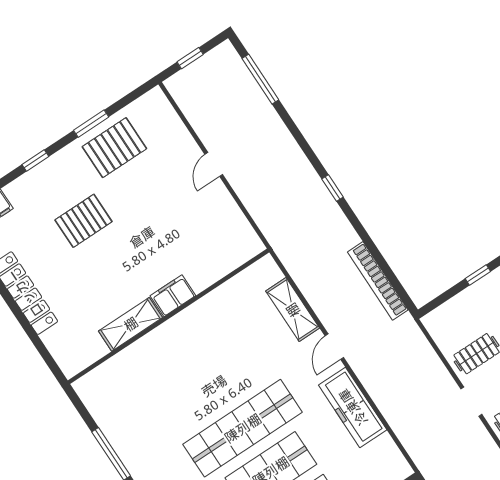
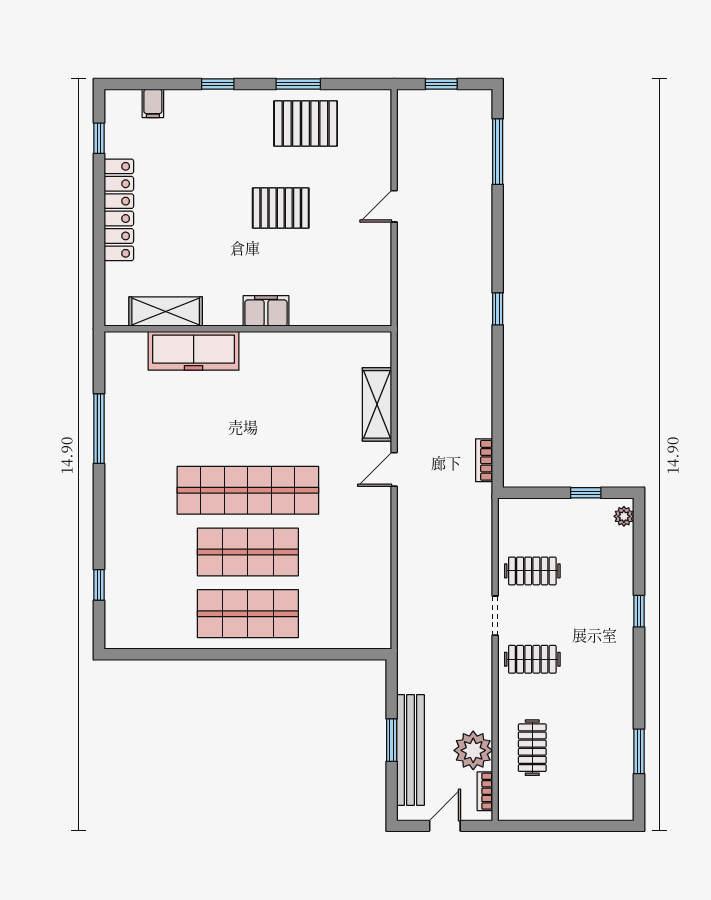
pallet: (84, 221) -> (281, 208), moved
bookcase: (378, 281) -> (484, 460), width x0.43, depth x0.76
shelving: (131, 324) -> (166, 312), moved
freezer: (353, 407) -> (194, 351), moved, turned -90

